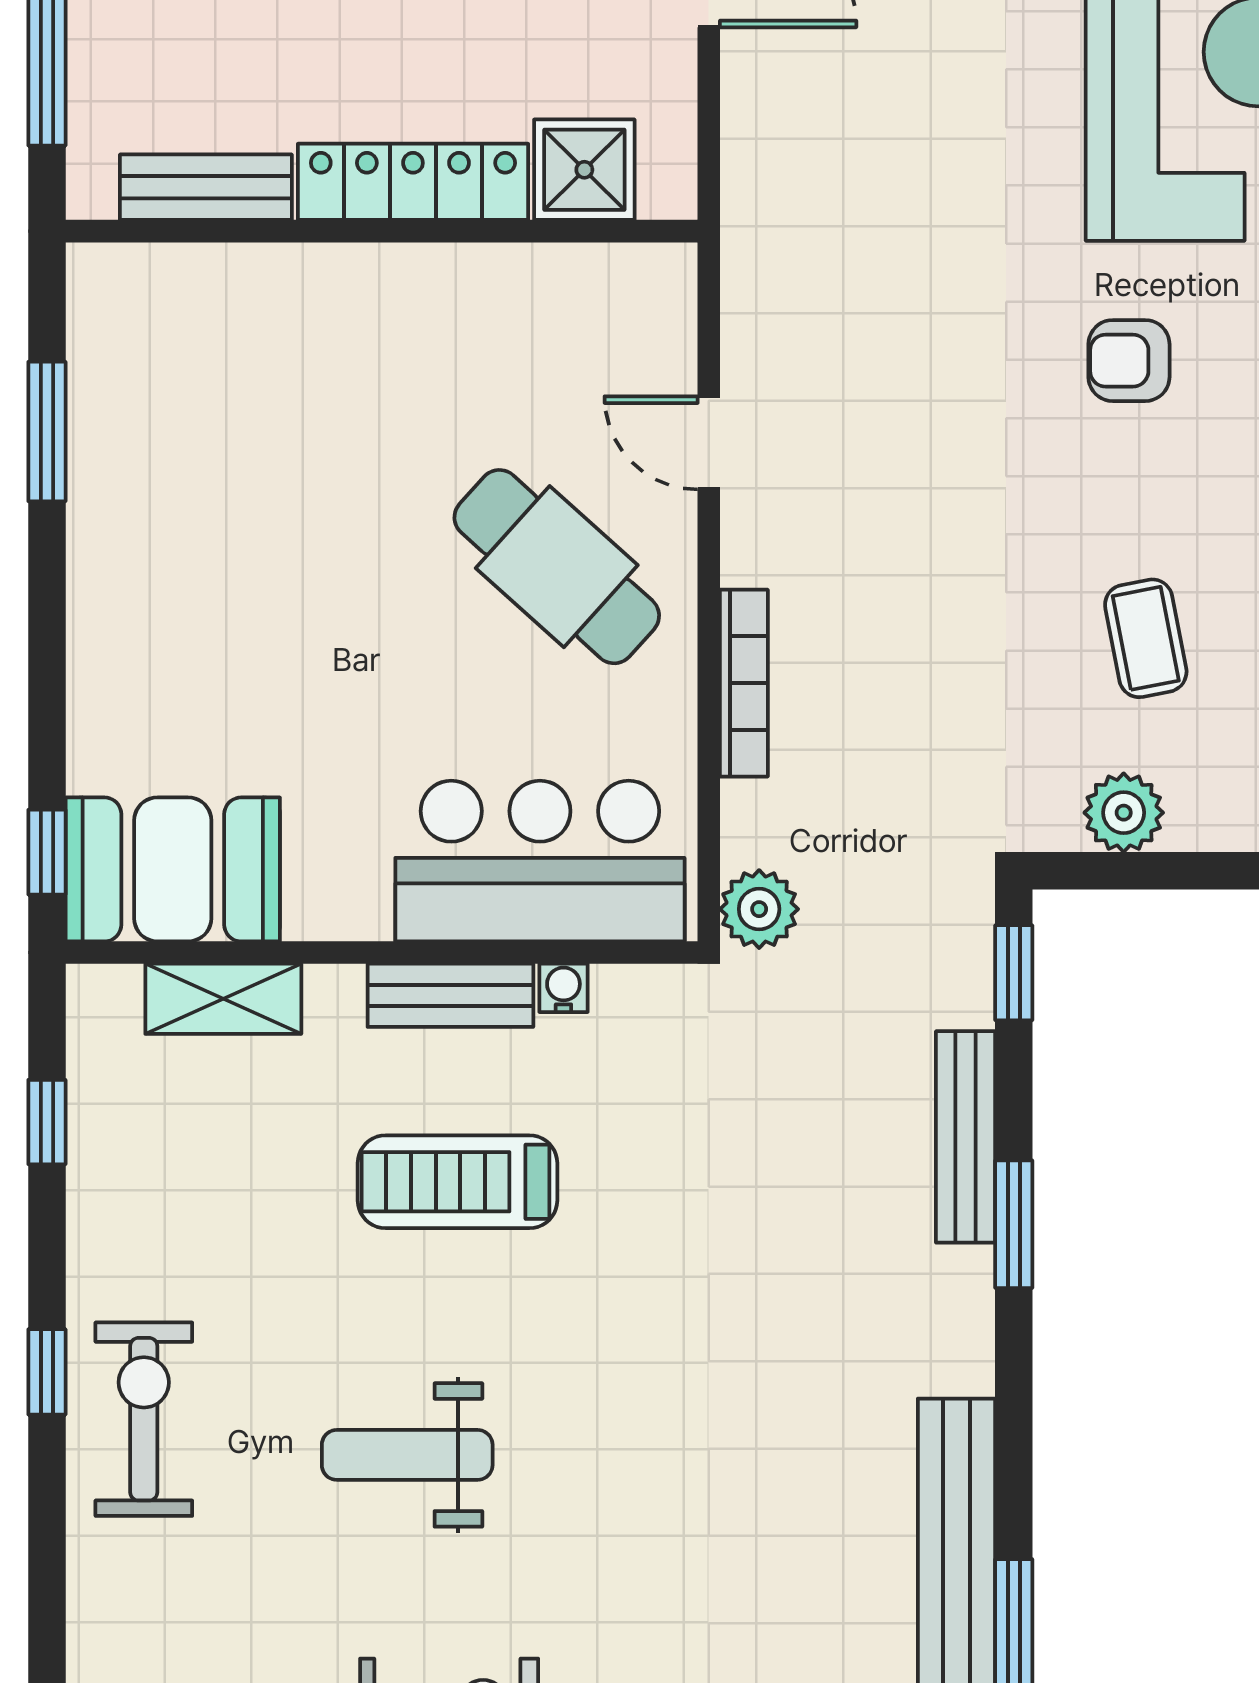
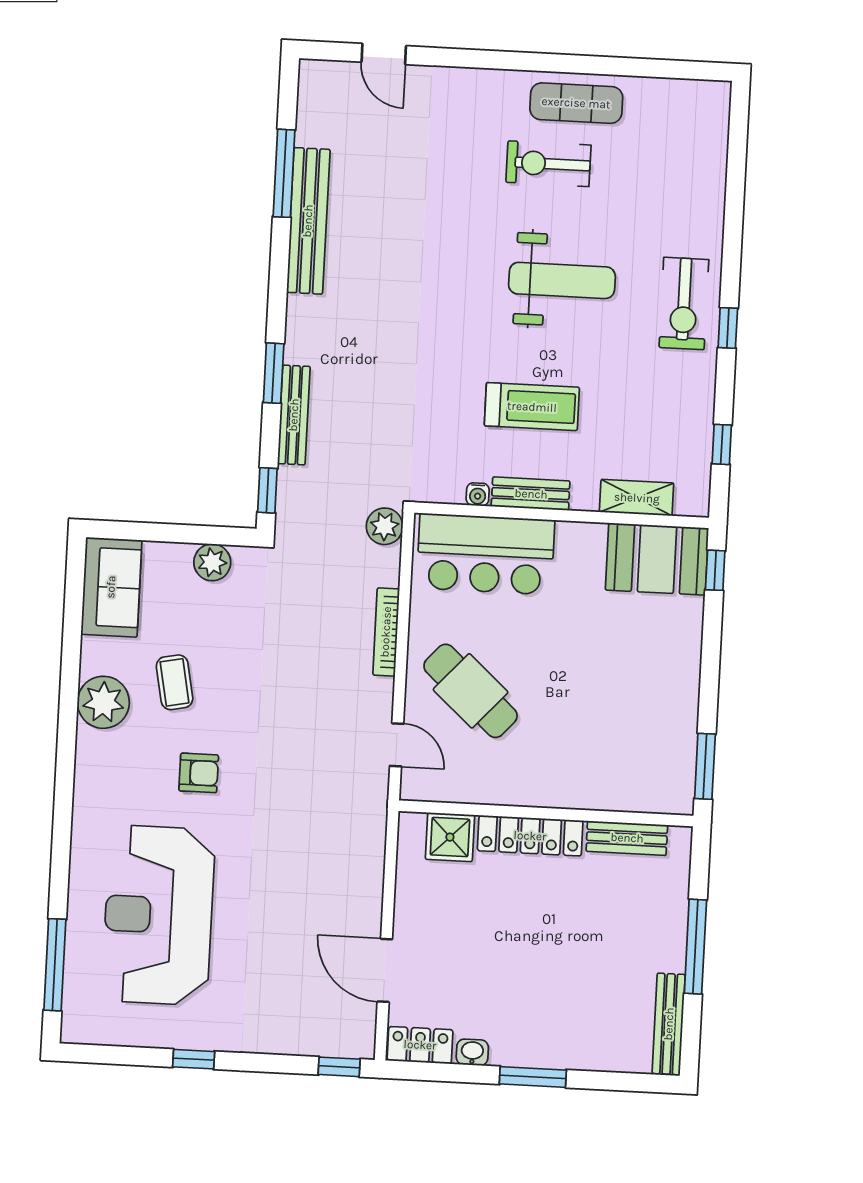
shower: (584, 170) -> (450, 837), moved
locker: (413, 182) -> (530, 836), moved
bench: (206, 187) -> (627, 838), moved
wall: (382, 231) -> (546, 813), moved
coffee table: (1146, 638) -> (175, 682), moved
weight bench: (407, 1455) -> (562, 280), width x1.36, depth x1.33

